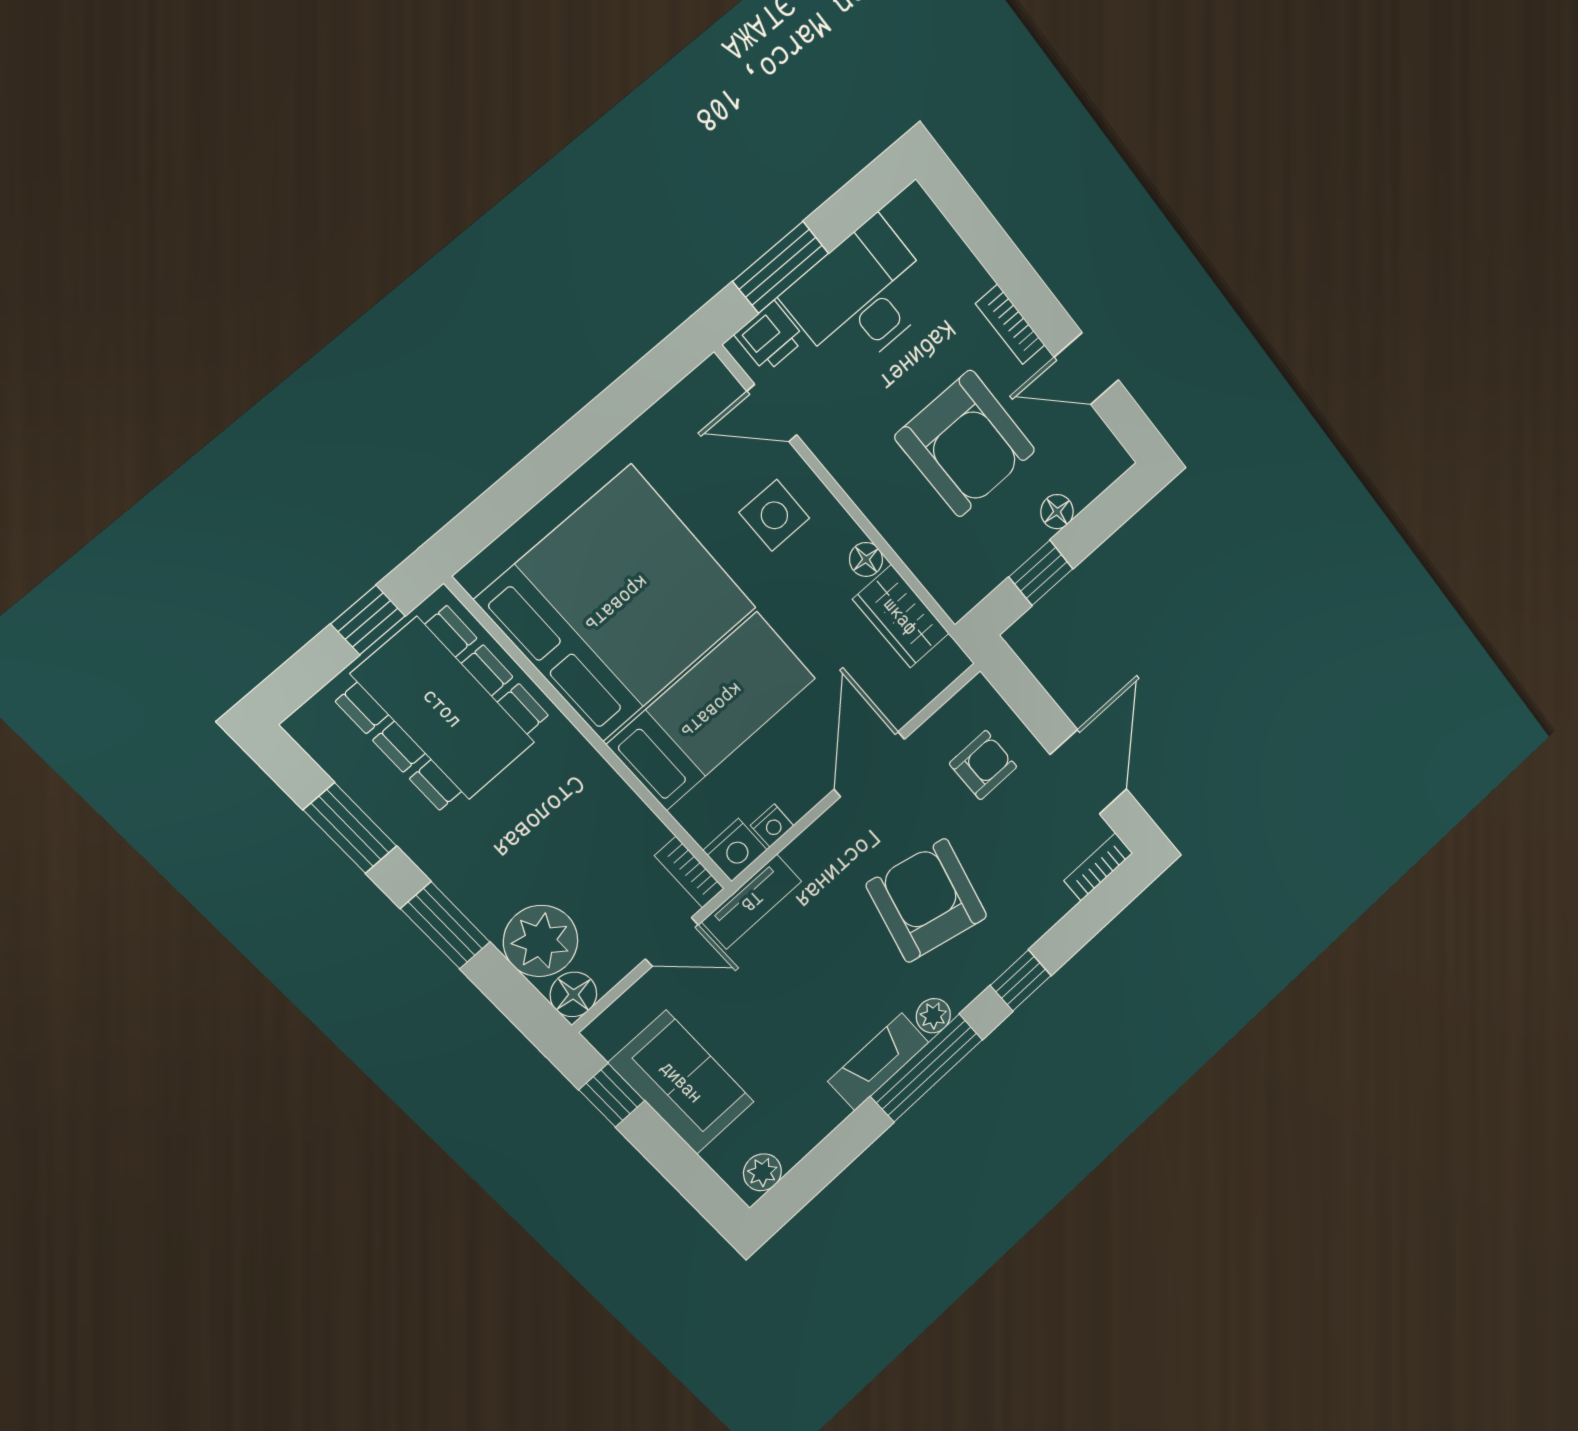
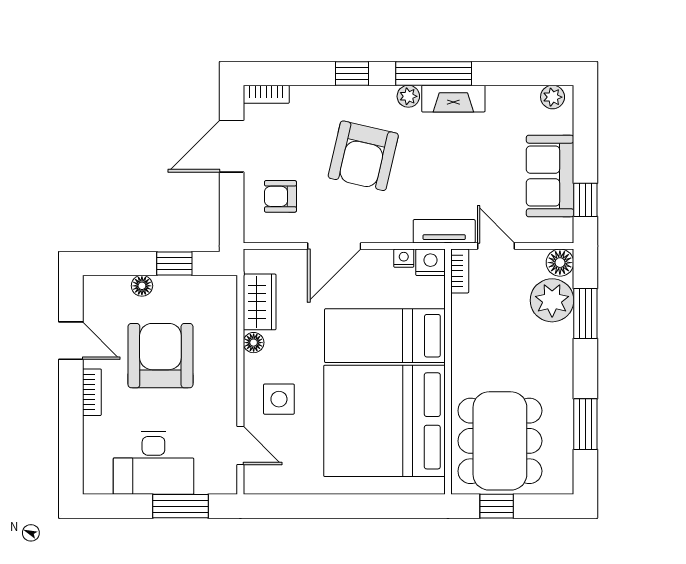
printer: (770, 337) -> (212, 480), removed
window: (445, 925) -> (585, 313), moved

